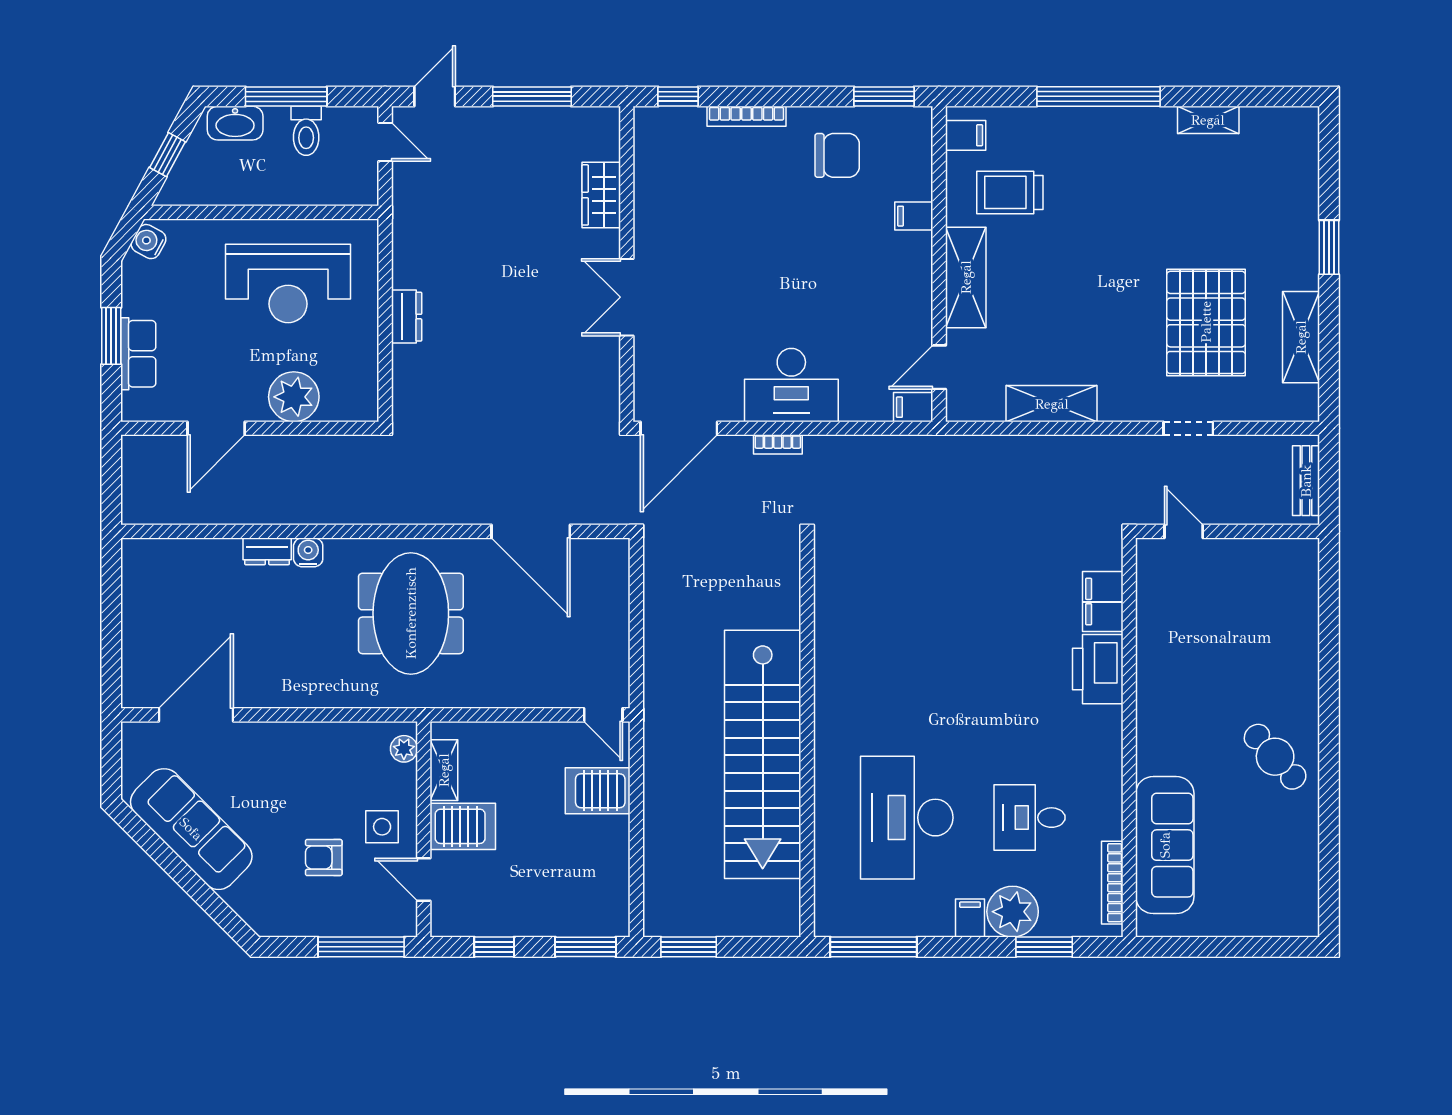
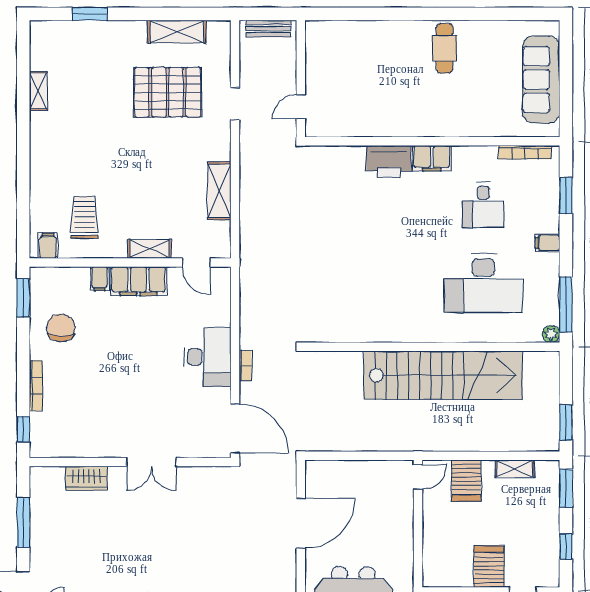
window: (1099, 96) -> (23, 161), removed
trolley: (1010, 192) -> (85, 217), turned 180
window: (1329, 247) -> (90, 14), moved
shelving: (966, 277) -> (150, 249), width x0.67, depth x0.75
filing cabinet: (913, 407) -> (138, 281), moved, width x3.00, depth x1.17
filing cabinet: (1103, 602) -> (432, 158), moved
cafe table: (1275, 757) -> (445, 48), turned -48
shelving: (444, 770) -> (515, 469), moved
sofa: (1165, 845) -> (541, 80), moved, turned -90
plant: (1013, 912) -> (551, 334), moved, width x0.53, depth x0.53

